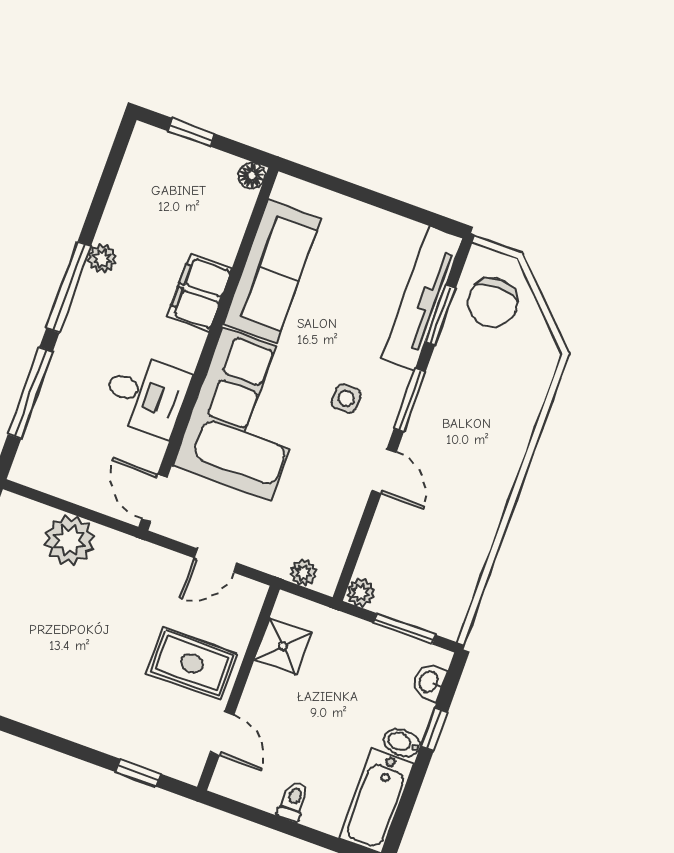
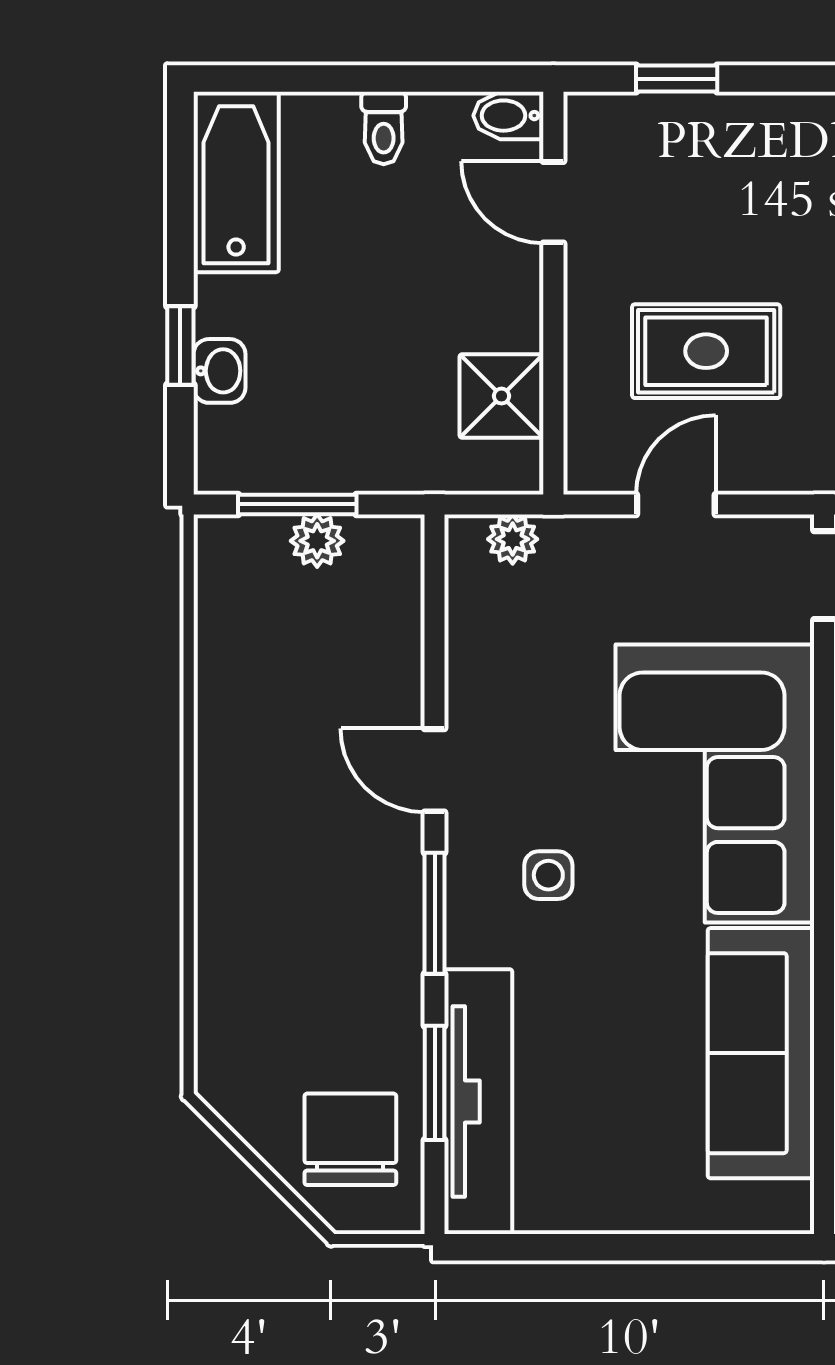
plant: (361, 592) -> (317, 541), moved
rug: (192, 663) -> (706, 351), moved
washbasin: (429, 682) -> (219, 371), moved
bidet: (402, 743) -> (508, 116), moved, turned 180

